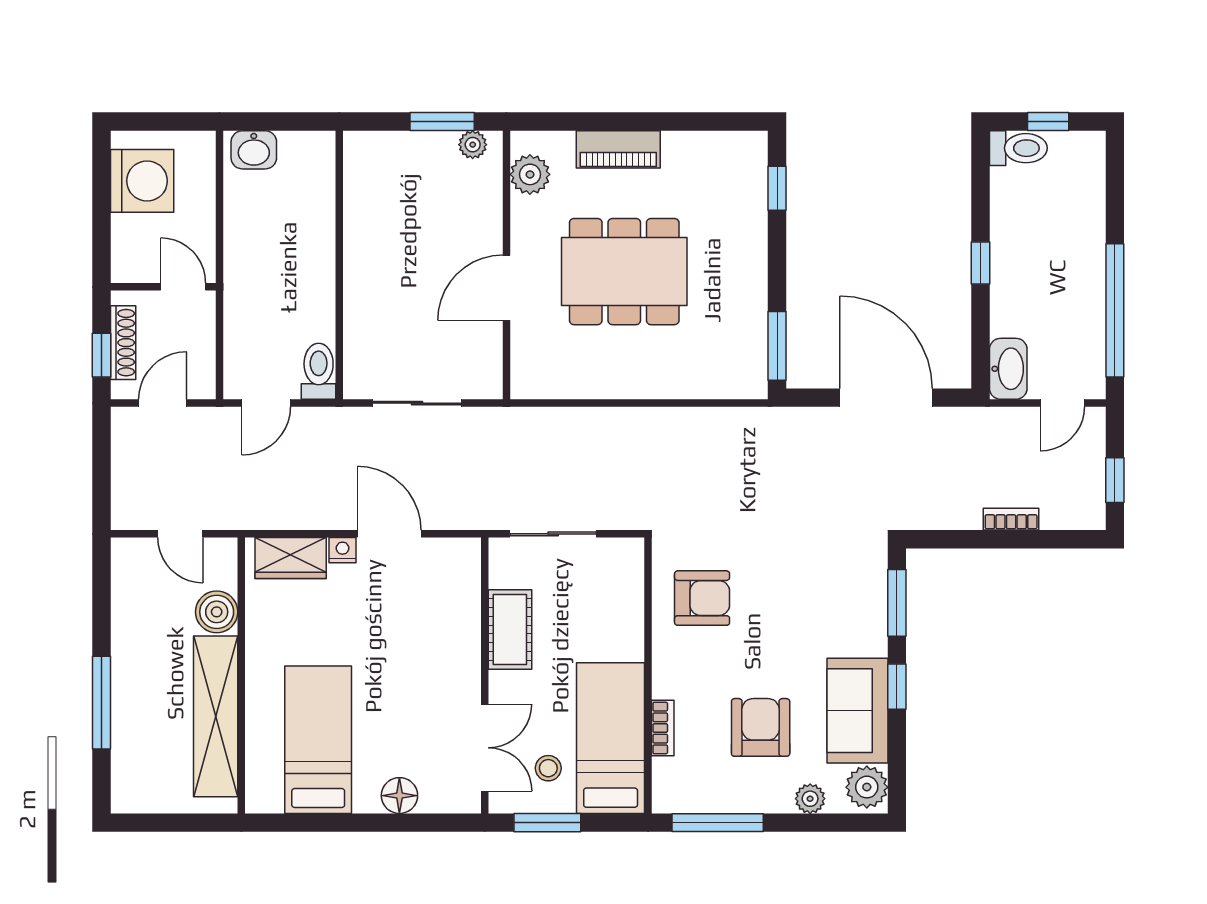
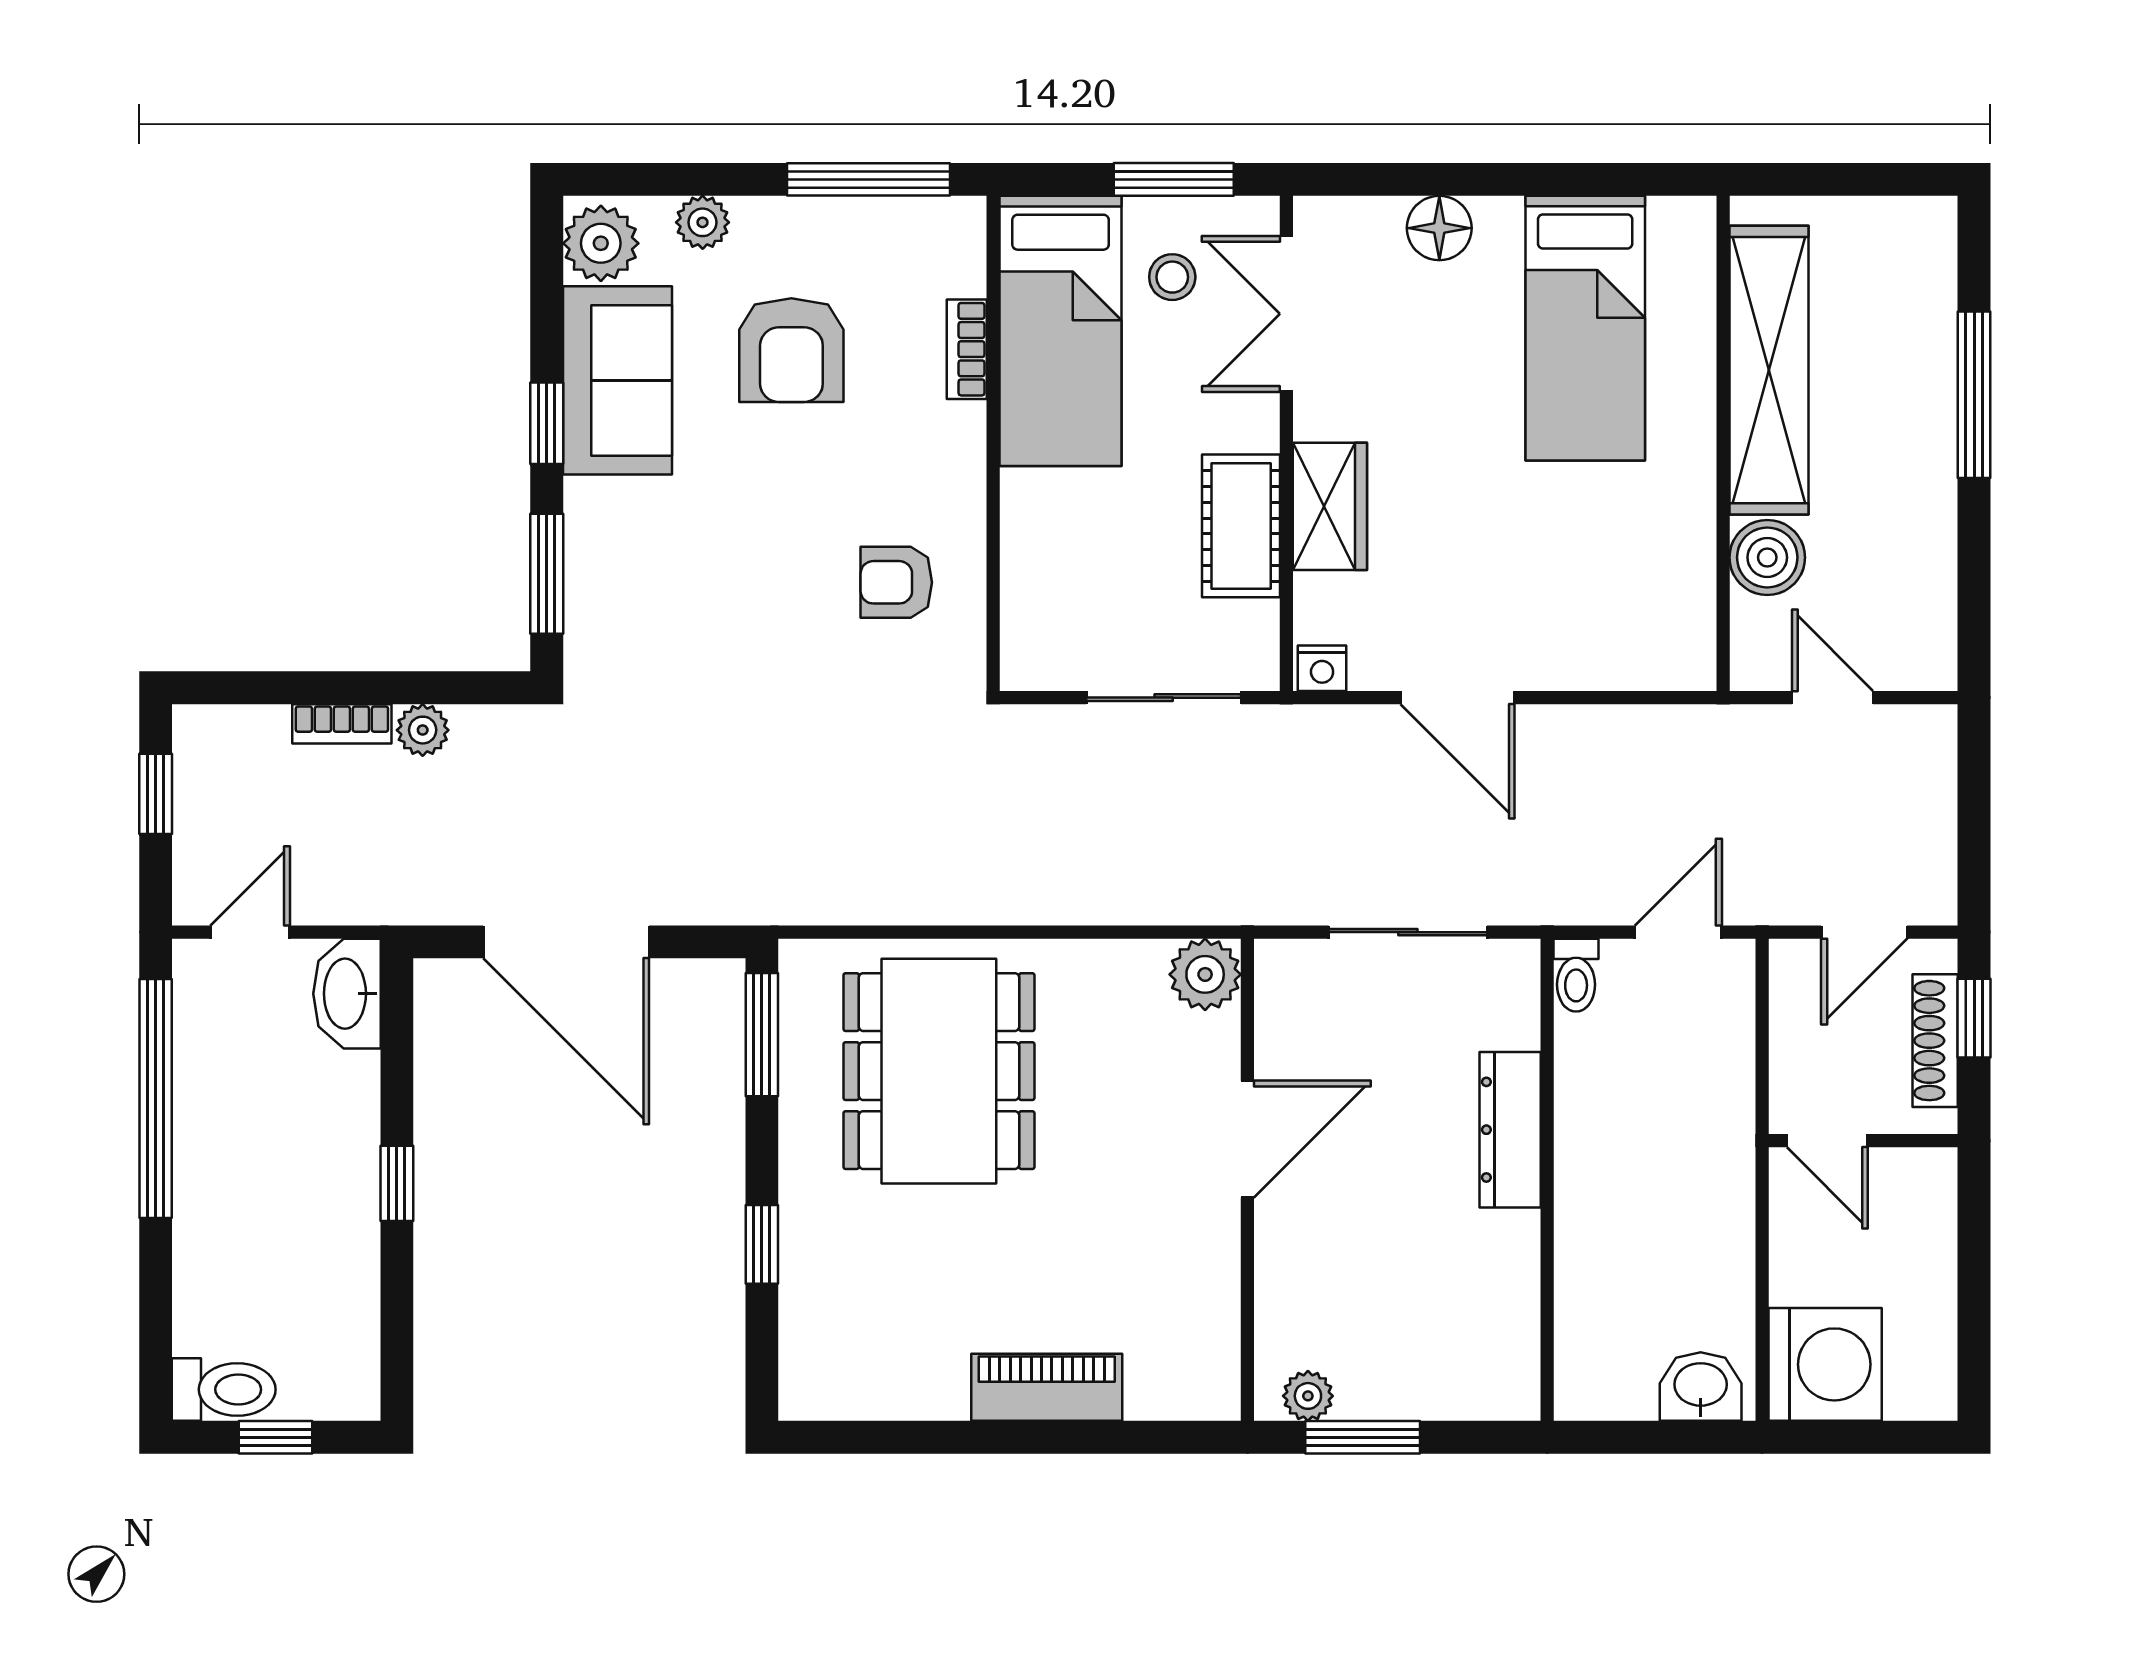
toilet: (1018, 148) -> (224, 1390), moved, turned 180
plant: (530, 174) -> (1205, 974), moved
washing machine: (142, 181) -> (1825, 1364), moved, turned 180
window: (777, 188) -> (762, 1244), moved
dining table: (624, 272) -> (939, 1071), moved, turned 90
dresser: (360, 293) -> (1510, 1130), added
toilet: (319, 371) -> (1576, 975), width x0.73, depth x0.72
plant: (966, 516) -> (423, 730), added
nightstand: (343, 550) -> (1322, 668), moved
wardrobe: (291, 558) -> (1330, 506), moved, turned 90
armchair: (702, 598) -> (896, 582), width x0.72, depth x0.72

